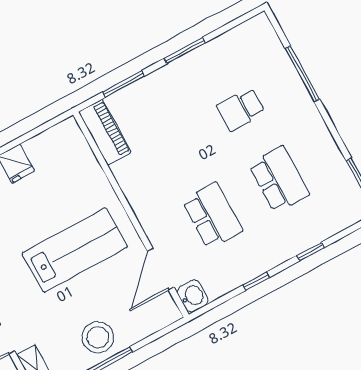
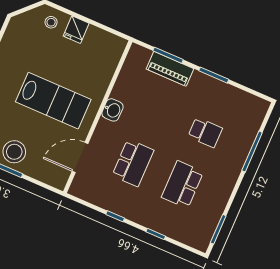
school desk: (241, 109) -> (205, 132), turned 180
piano: (105, 132) -> (170, 69), moved, turned 90
school desk: (279, 179) -> (182, 185), turned 180
washbasin: (193, 296) -> (112, 110), moved

